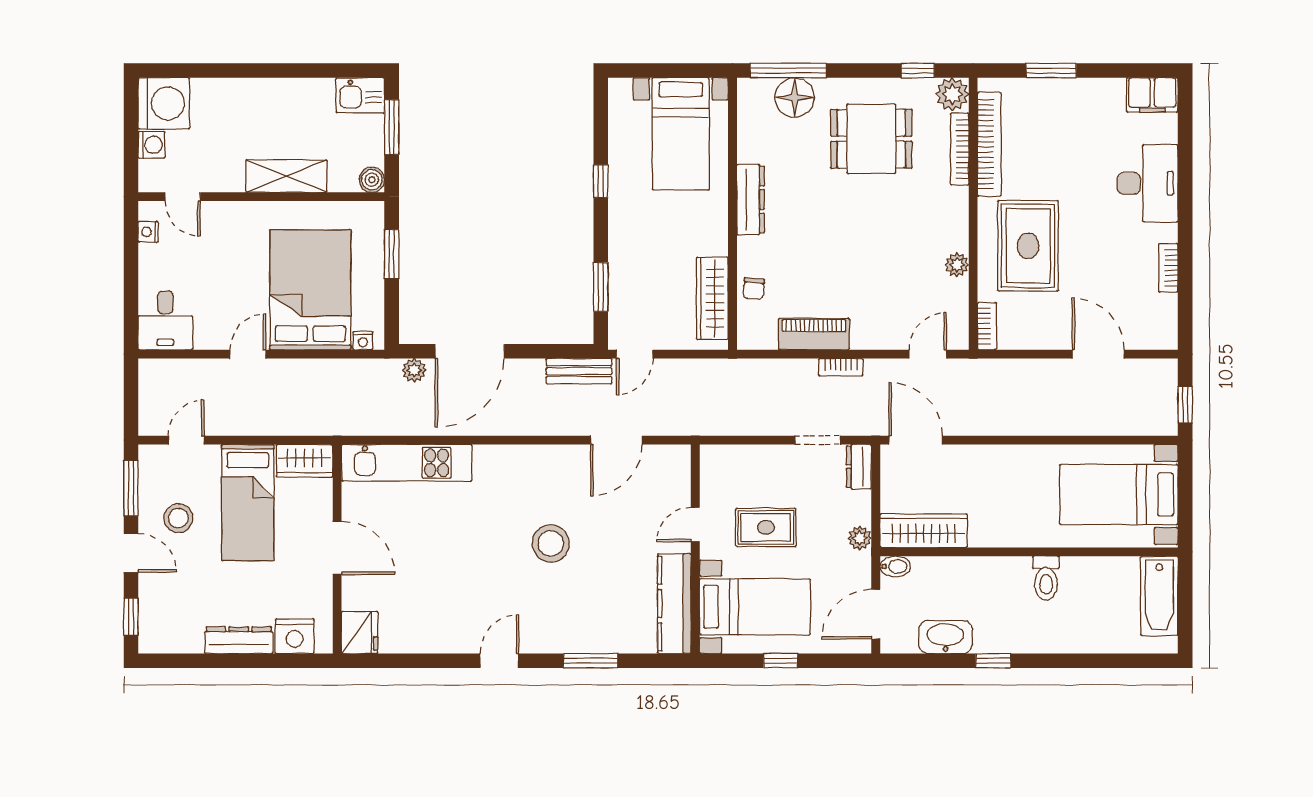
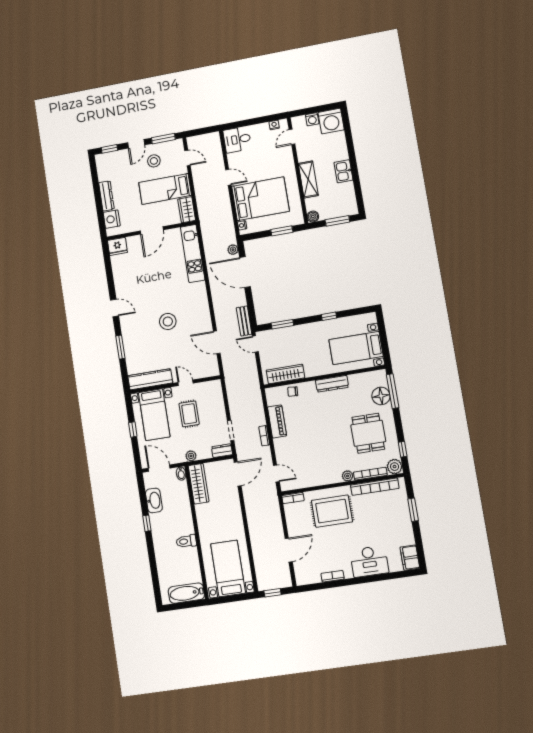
kitchen sink: (360, 95) -> (343, 171), moved
plant: (957, 265) -> (348, 476), moved

